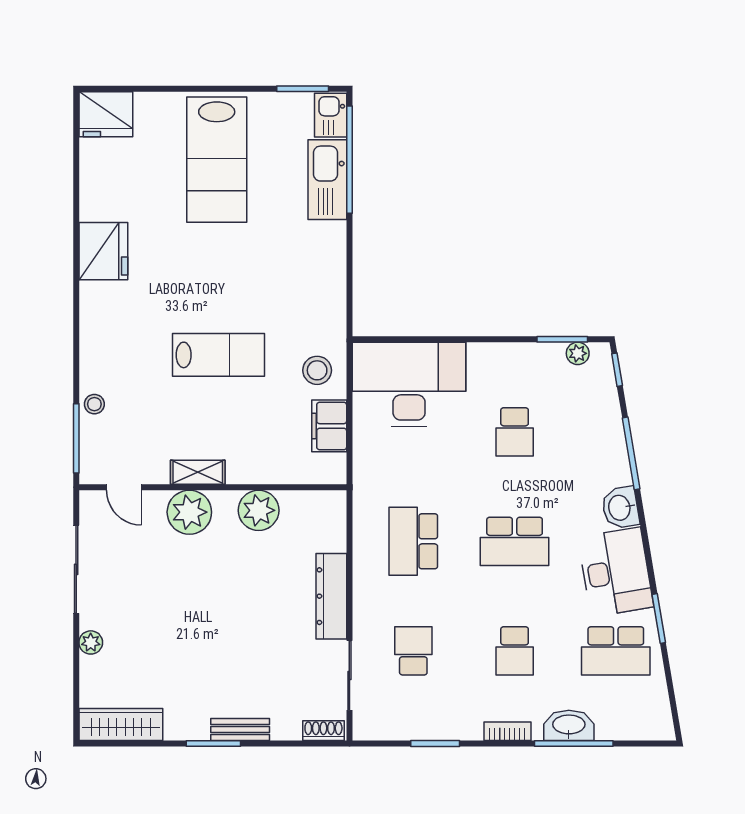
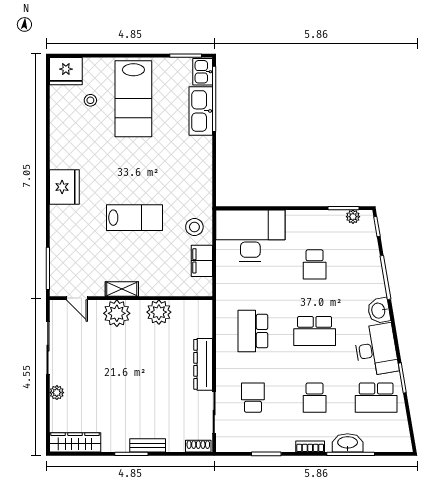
fridge: (103, 251) -> (64, 187), moved
stool: (94, 404) -> (90, 100), moved

